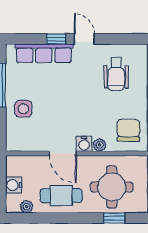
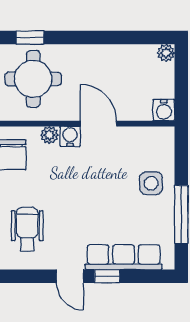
water cooler: (14, 185) -> (164, 110), moved, turned 90
cafe table: (61, 196) -> (101, 67), removed
plant: (27, 207) -> (166, 53), moved

